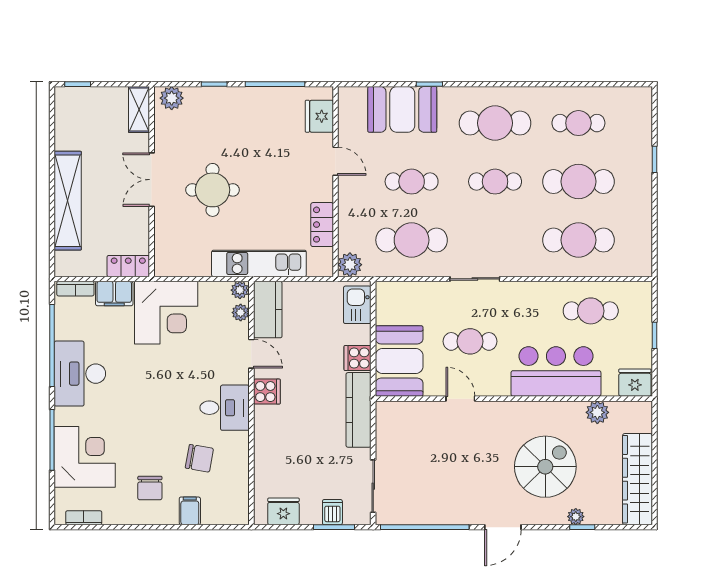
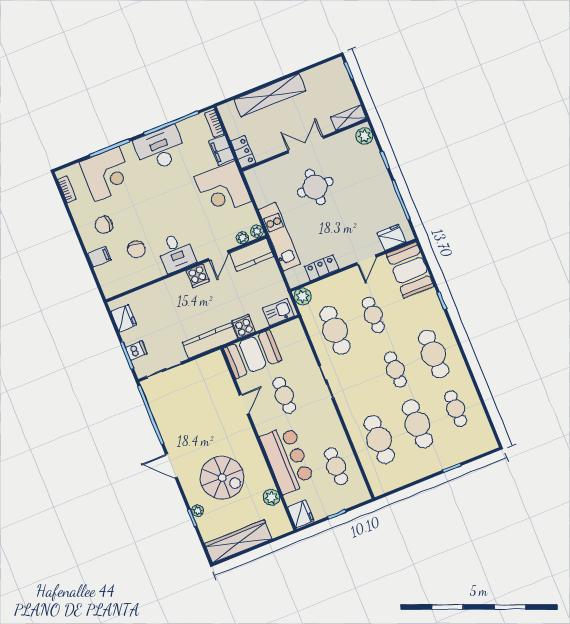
booth: (402, 109) -> (410, 270), moved

